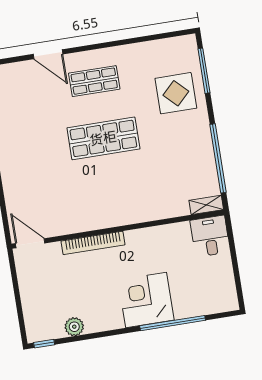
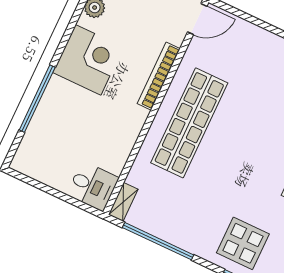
shop shelf: (103, 138) -> (189, 123), moved, width x1.40
corner desk: (146, 300) -> (88, 60), moved

